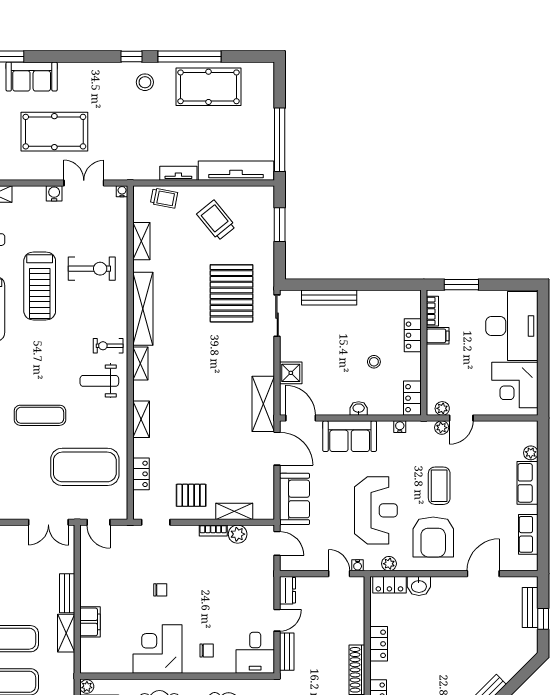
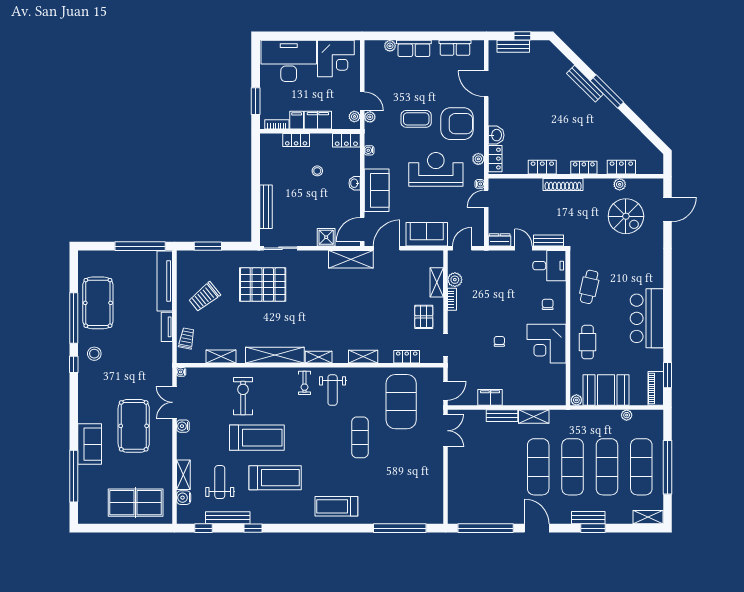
filing cabinet: (438, 363) -> (318, 120), added
filing cabinet: (90, 622) -> (490, 397), moved

